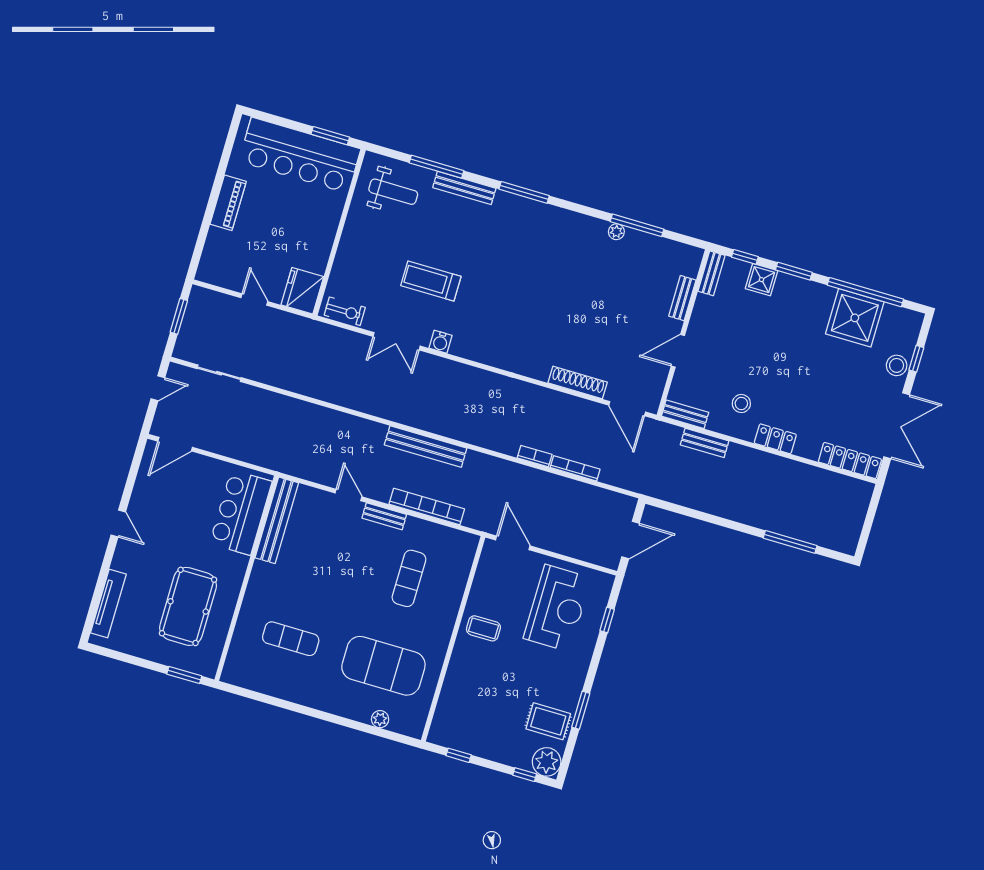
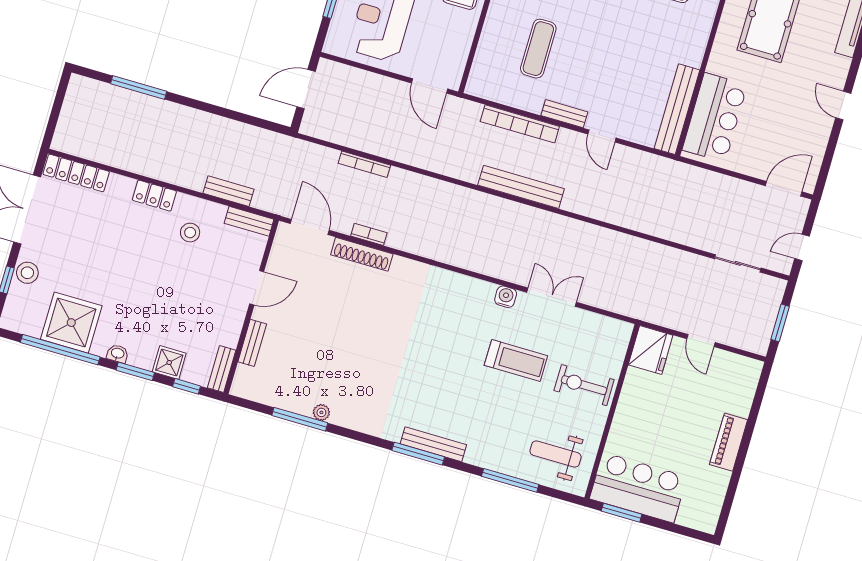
bar counter: (300, 155) -> (638, 488), width x0.73
bench: (464, 188) -> (433, 444), moved
washbasin: (811, 288) -> (118, 354), added
exercise bike: (345, 311) -> (584, 385), moved, width x1.38, depth x1.39
bookcase: (535, 456) -> (369, 234), moved, turned 180

